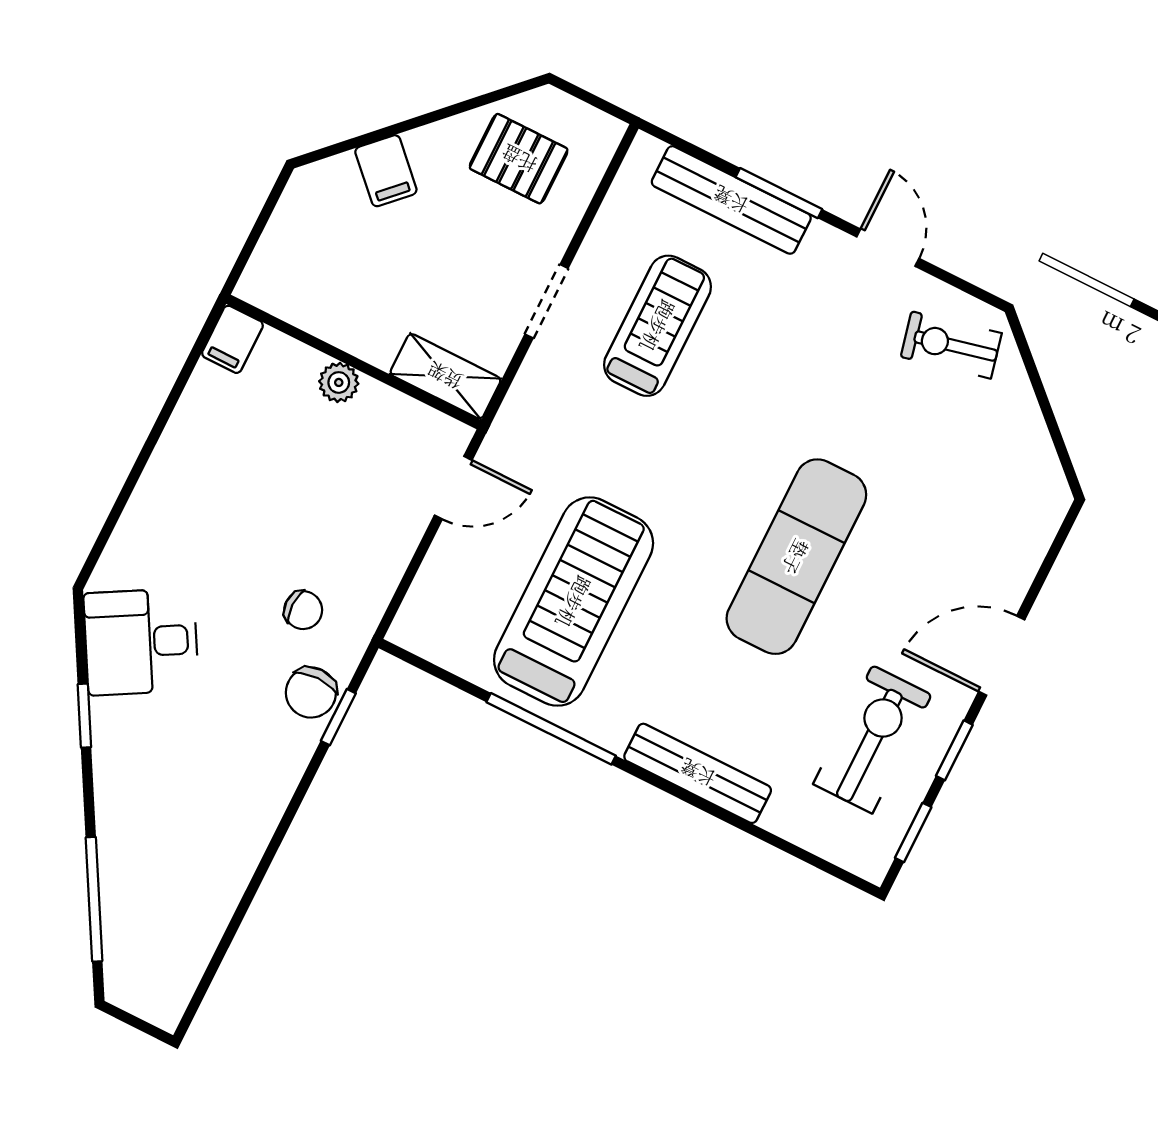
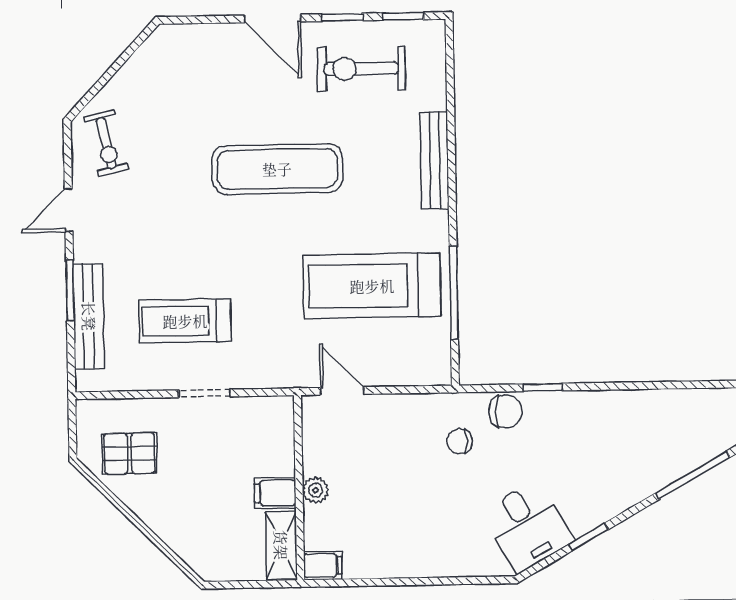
pallet: (519, 159) -> (129, 453), turned 90
filing cabinet: (386, 171) -> (275, 493), moved, turned -135
shelving: (445, 376) -> (281, 545), moved
chair: (303, 610) -> (460, 441), turned -90
window: (338, 717) -> (543, 387), moved
window: (551, 729) -> (454, 293), moved

